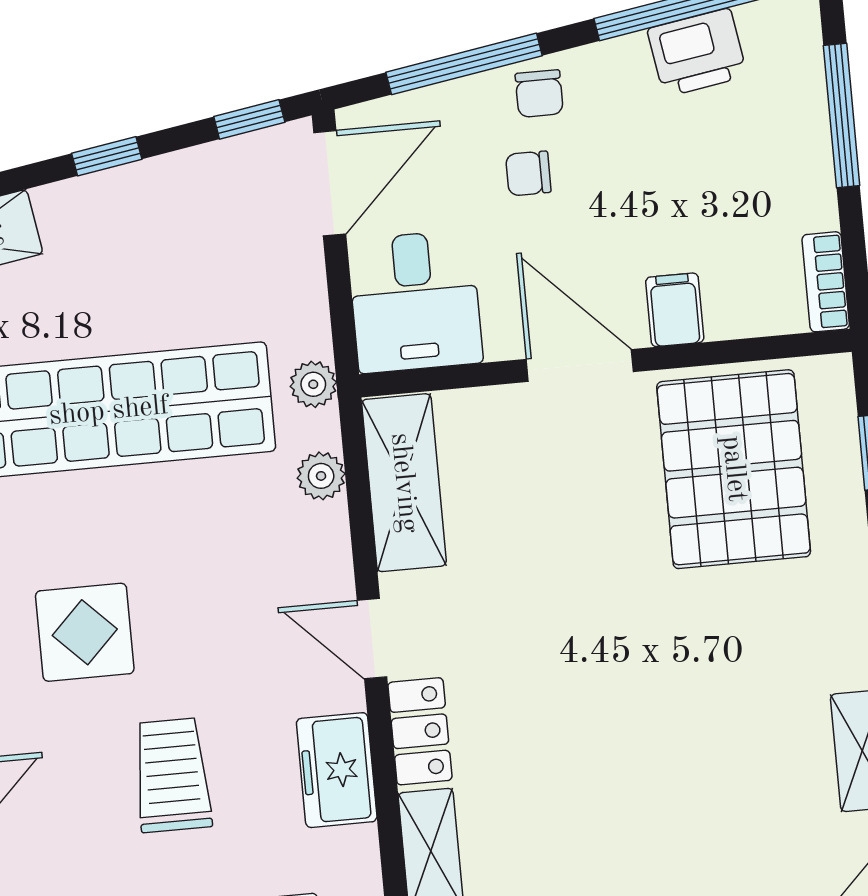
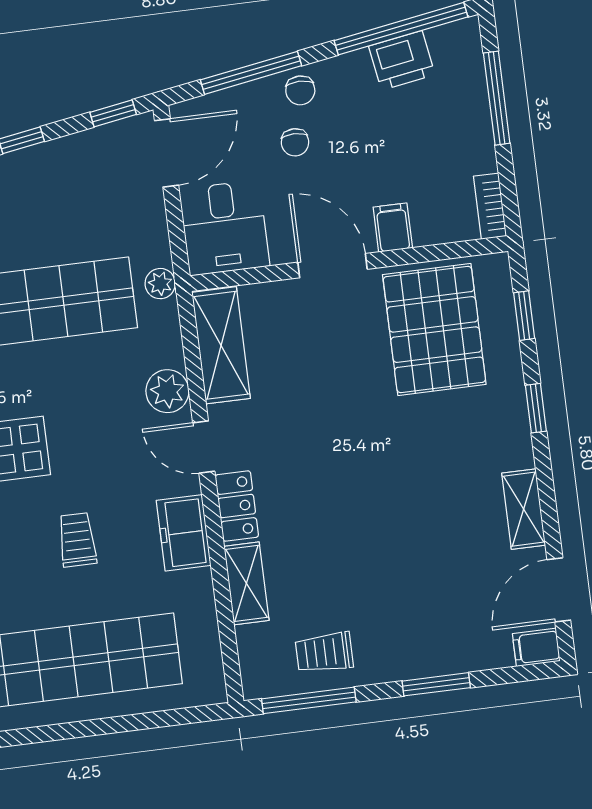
chair: (528, 173) -> (295, 142), turned -90
plant: (321, 476) -> (167, 391), moved, width x1.38, depth x1.38
trolley: (172, 775) -> (77, 540), width x0.73, depth x0.72

